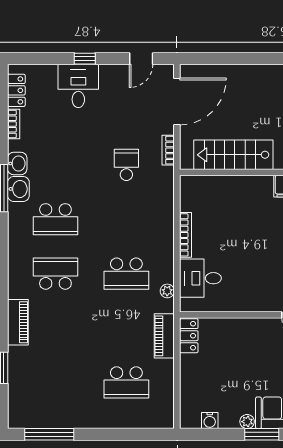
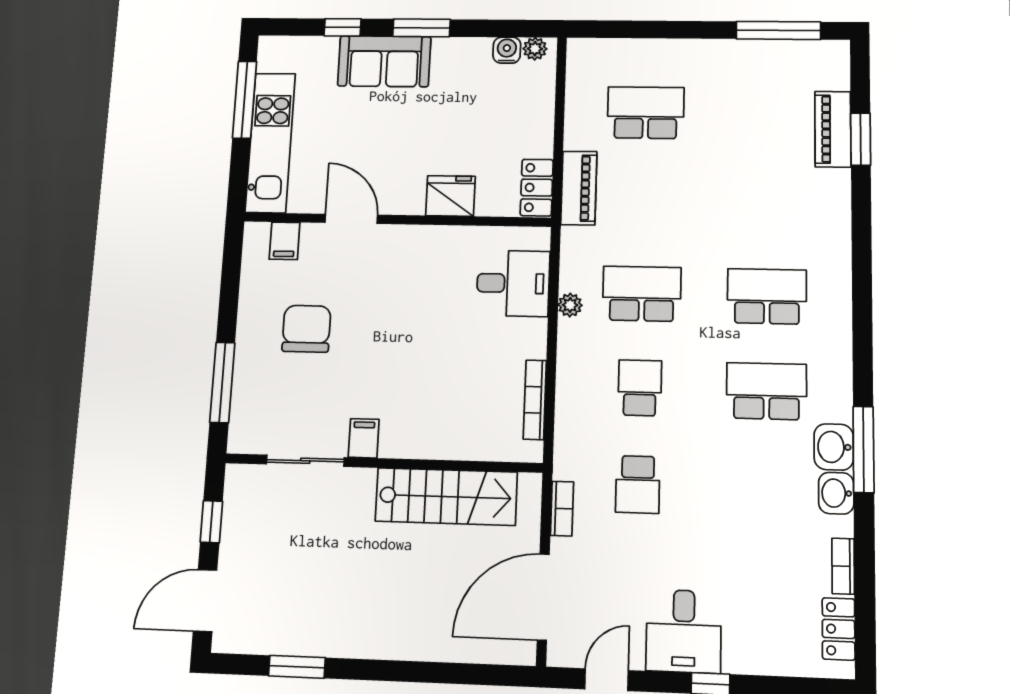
desk: (78, 86) -> (684, 631), moved
school desk: (126, 219) -> (640, 388), added
bookcase: (186, 235) -> (535, 400), moved
school desk: (55, 274) -> (767, 296), turned 180
plant: (167, 291) -> (570, 305), moved
piano: (18, 322) -> (833, 129), moved
fridge: (239, 330) -> (450, 196), added
plant: (247, 422) -> (535, 49), moved

